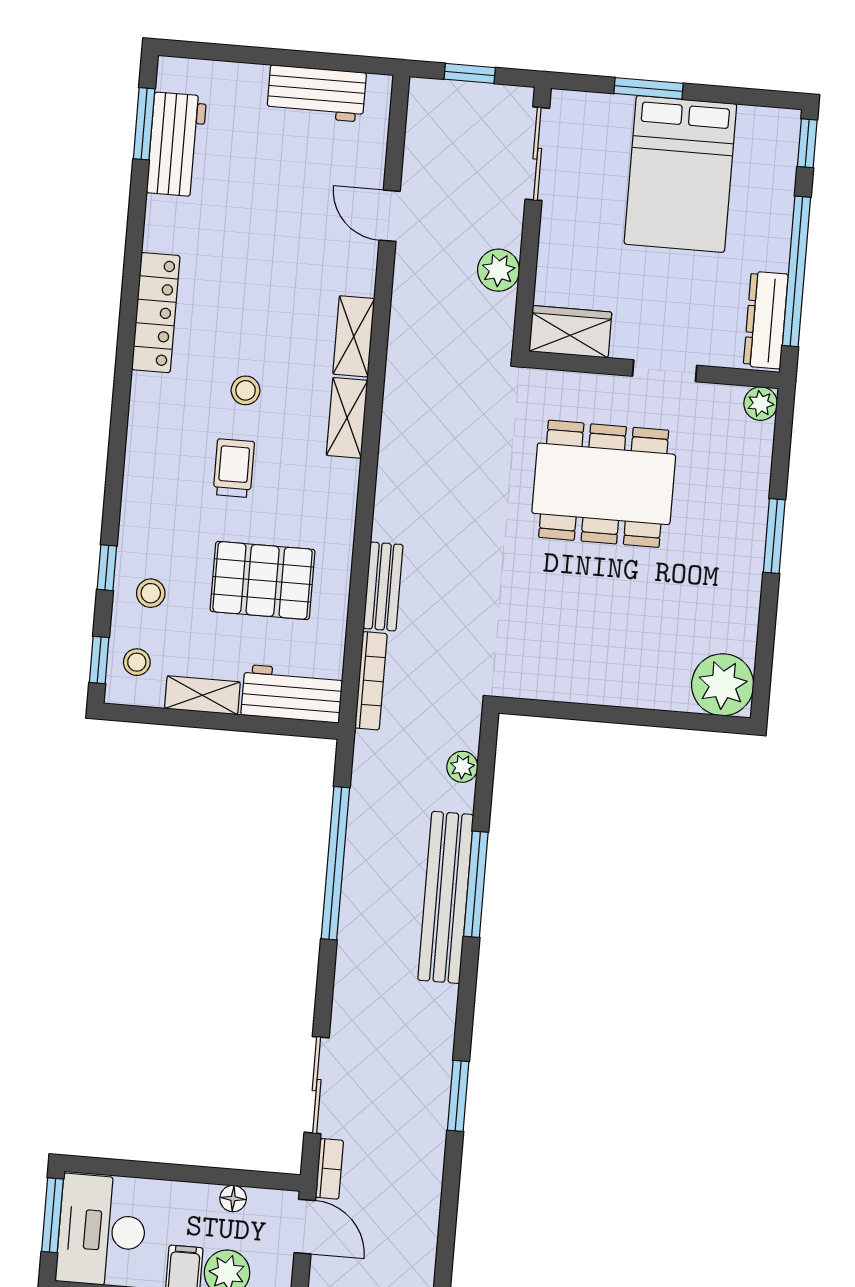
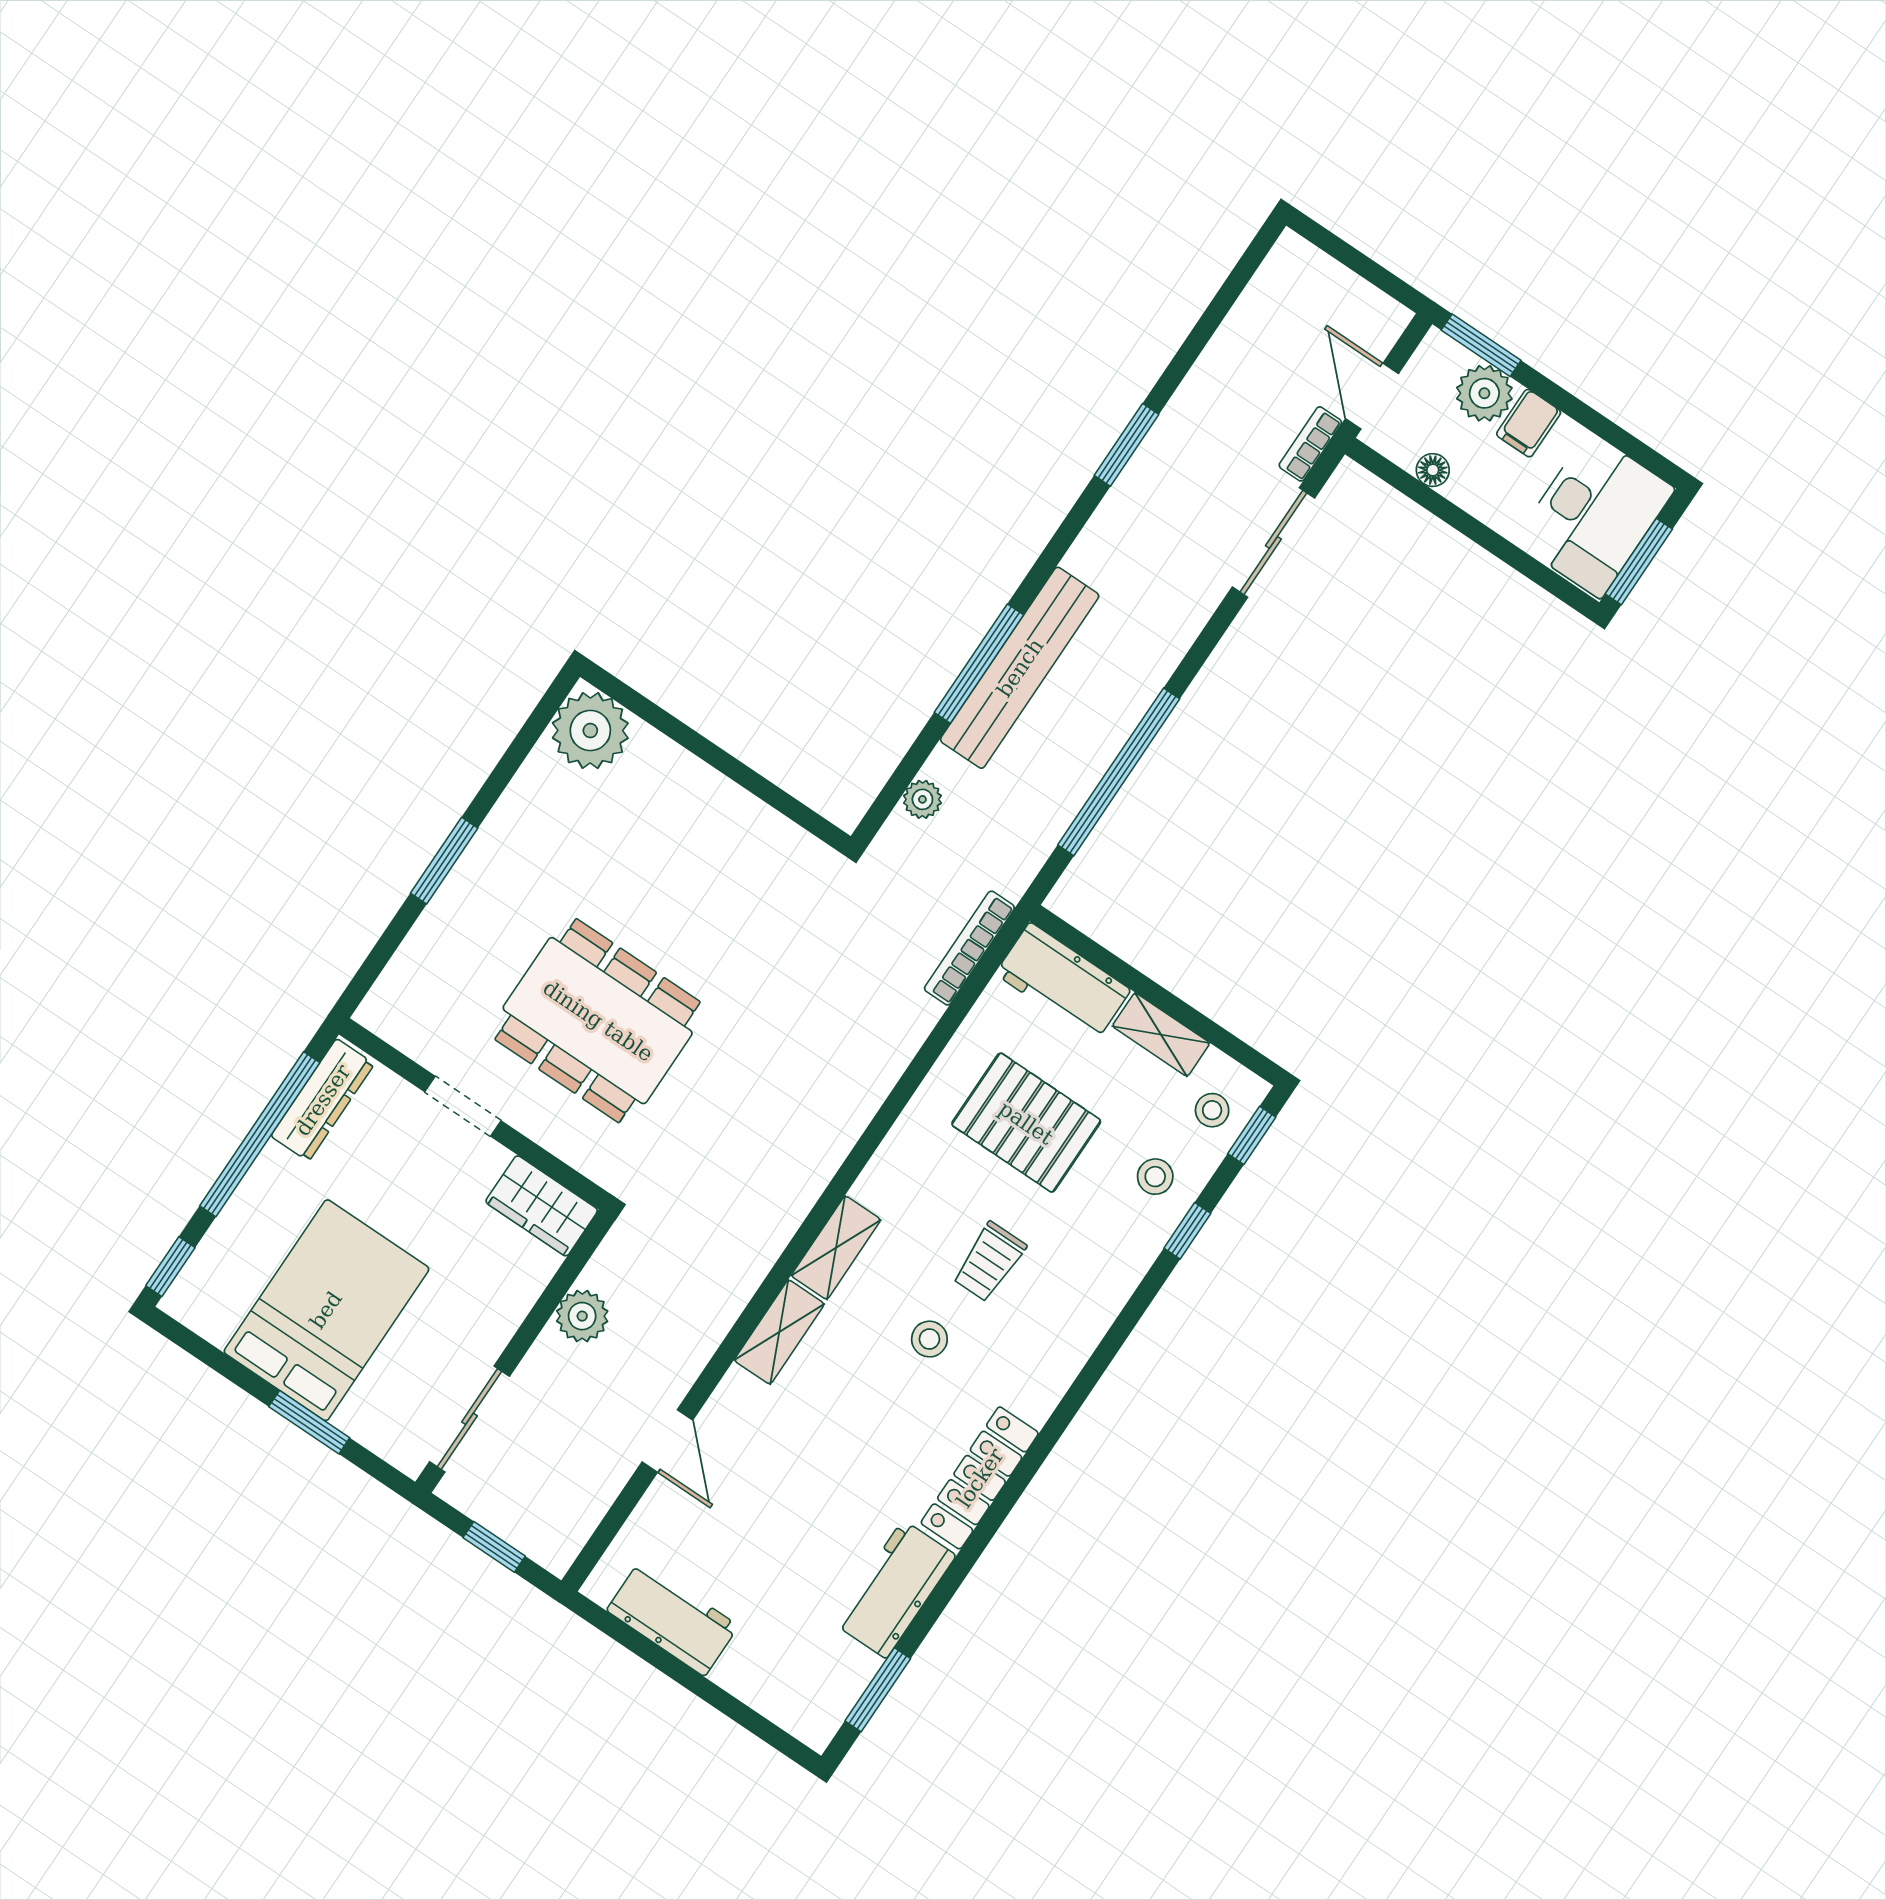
workbench: (177, 144) -> (895, 1589), moved
plant: (761, 404) -> (379, 1013), removed
bench: (383, 586) -> (899, 1043), removed

